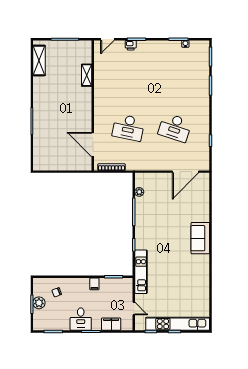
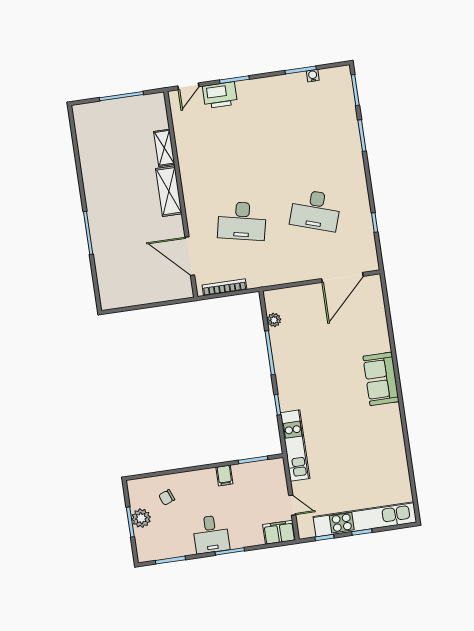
printer: (131, 45) -> (220, 95), width x1.87, depth x1.48
shelving: (39, 60) -> (169, 191), moved
filing cabinet: (111, 324) -> (279, 532), moved

